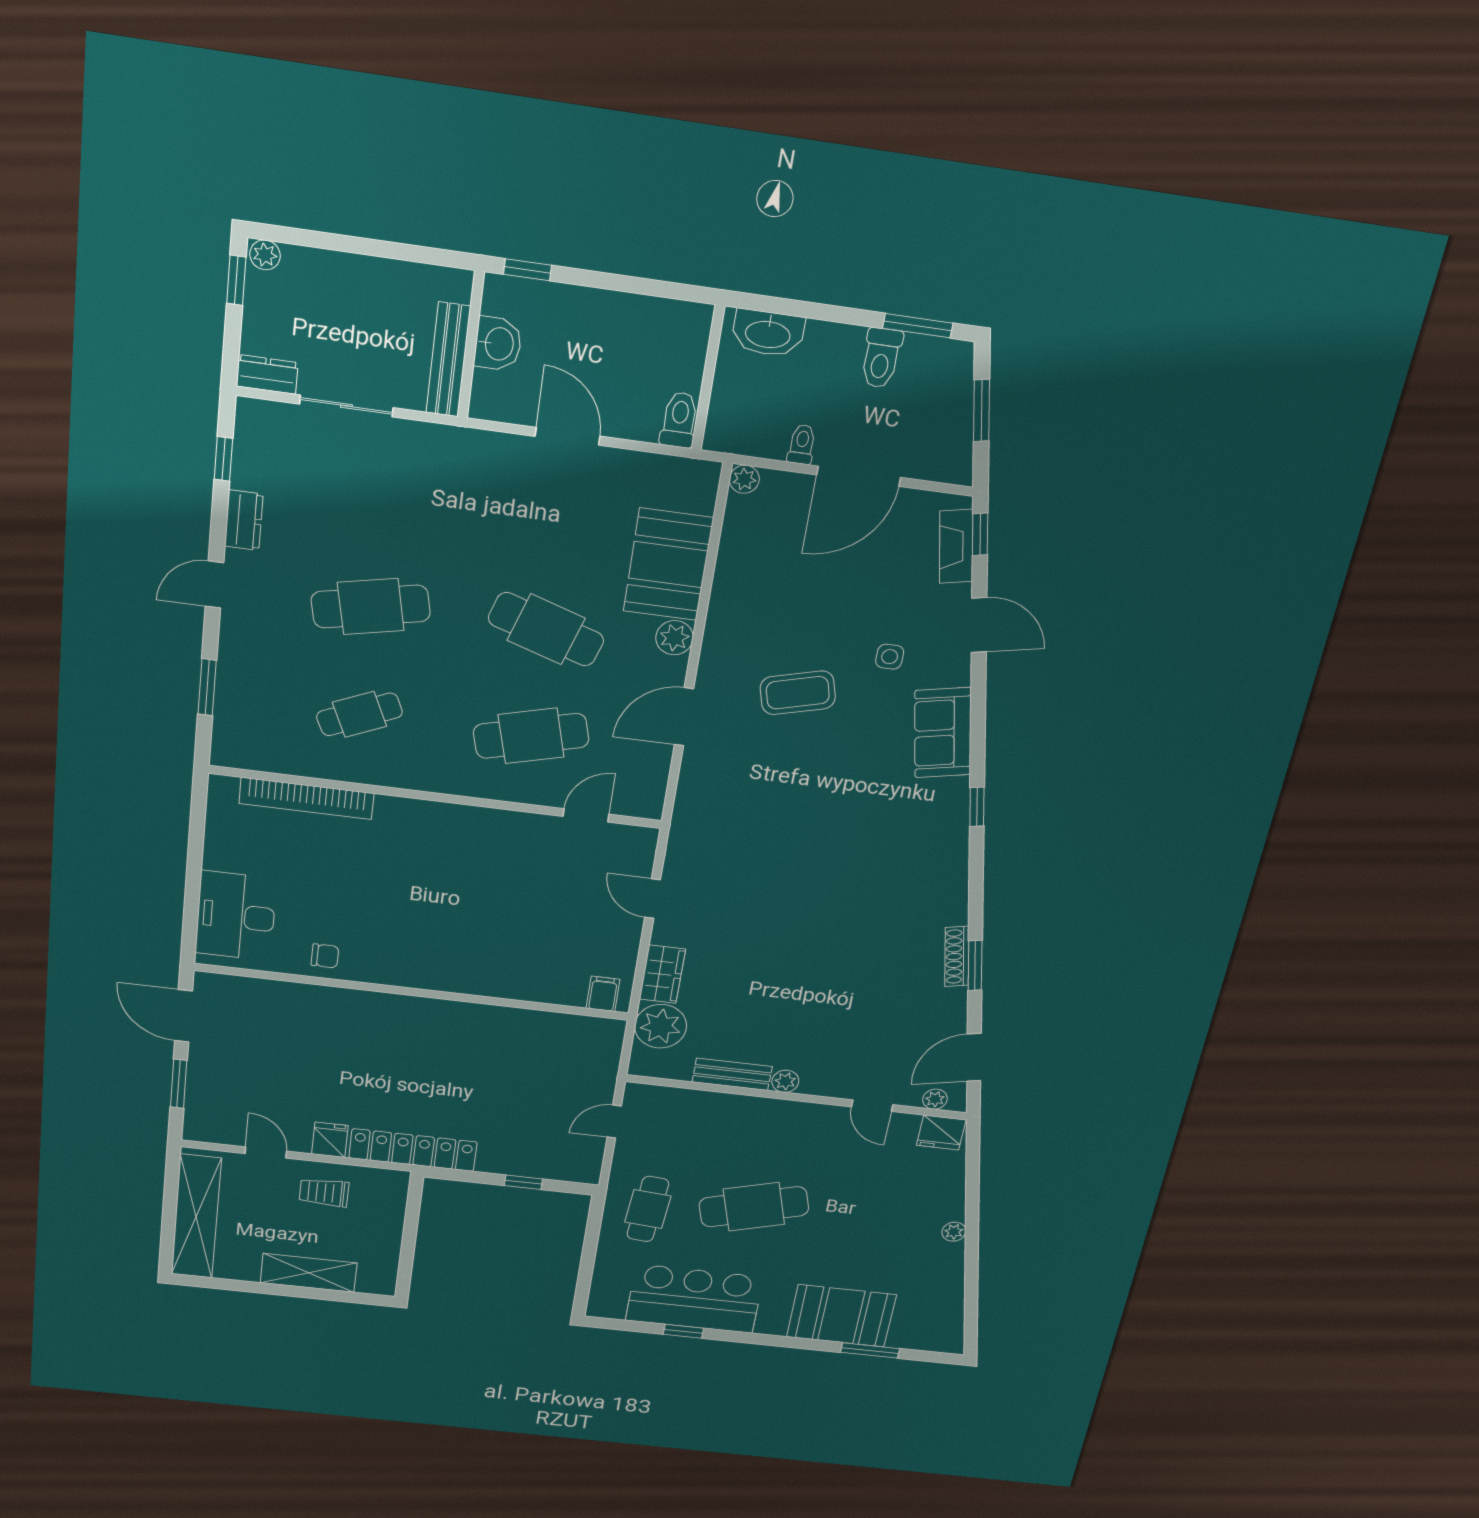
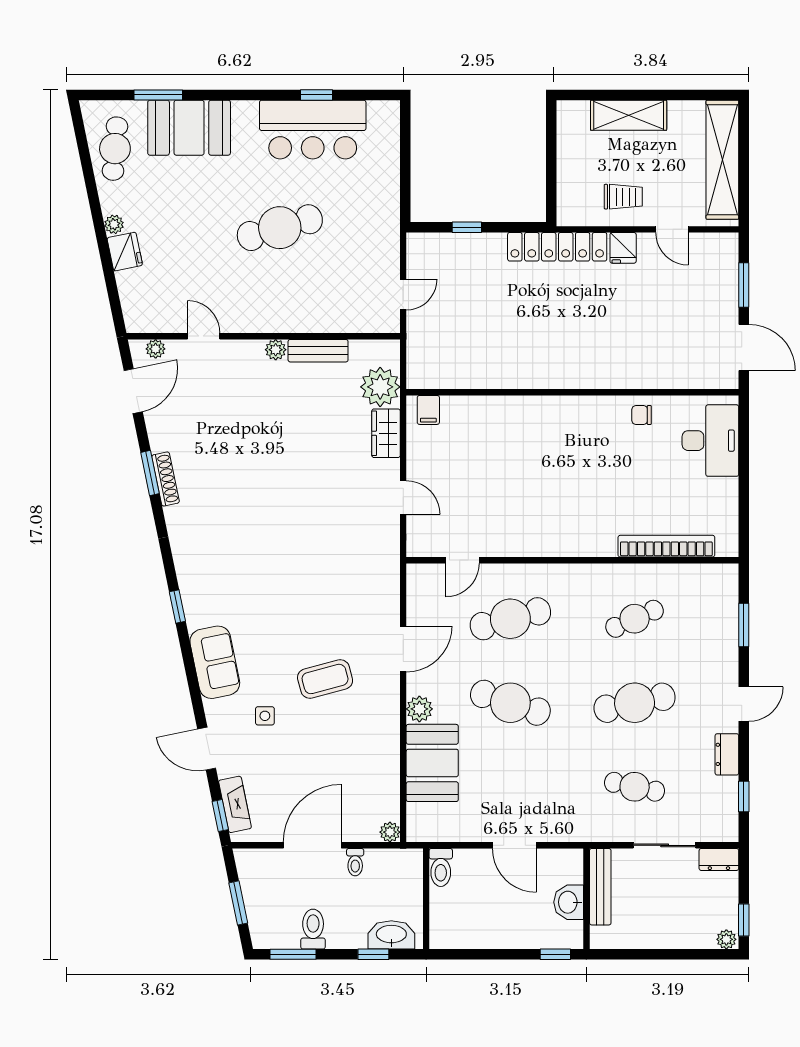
window: (799, 309) -> (373, 954), added
cafe table: (382, 494) -> (635, 787), added
fridge: (941, 1132) -> (125, 252), moved, turned 78
cafe table: (648, 1209) -> (115, 149), moved

